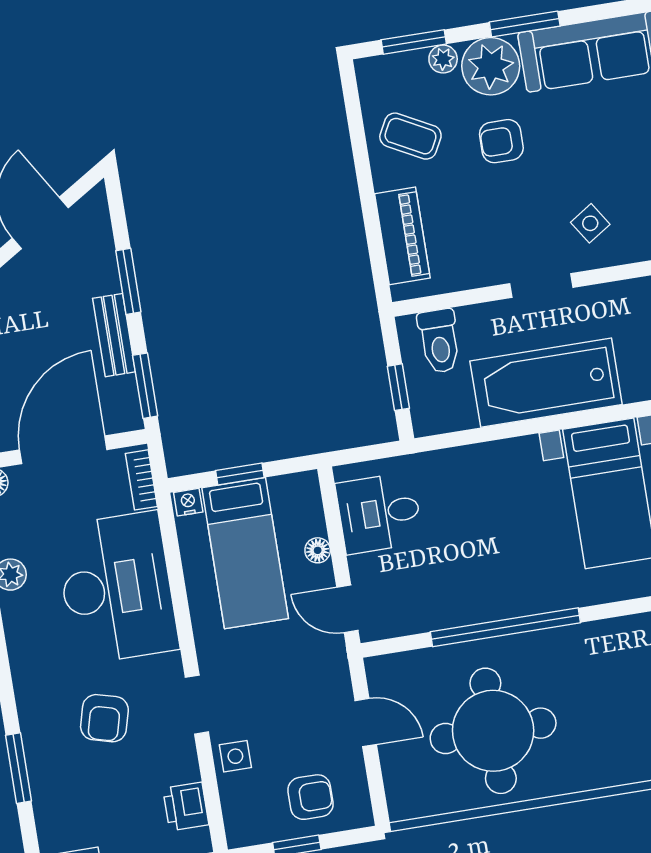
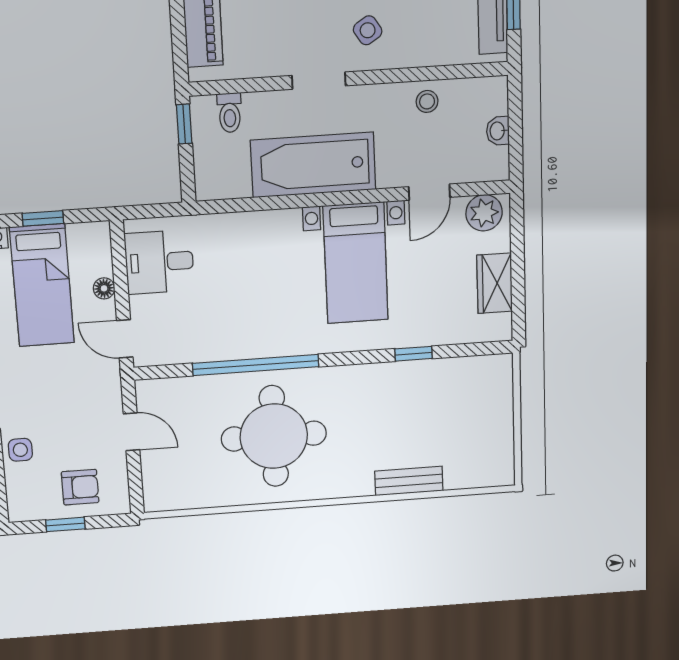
toilet: (439, 341) -> (230, 113), width x0.73, depth x0.72
window: (398, 387) -> (184, 124), moved
round table: (493, 731) -> (274, 436), moved

